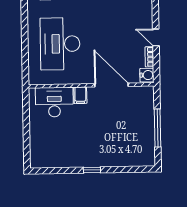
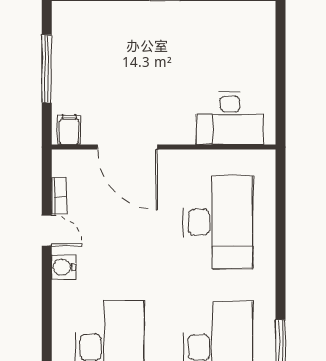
water cooler: (147, 75) -> (64, 267), moved
filing cabinet: (80, 95) -> (69, 130), moved

